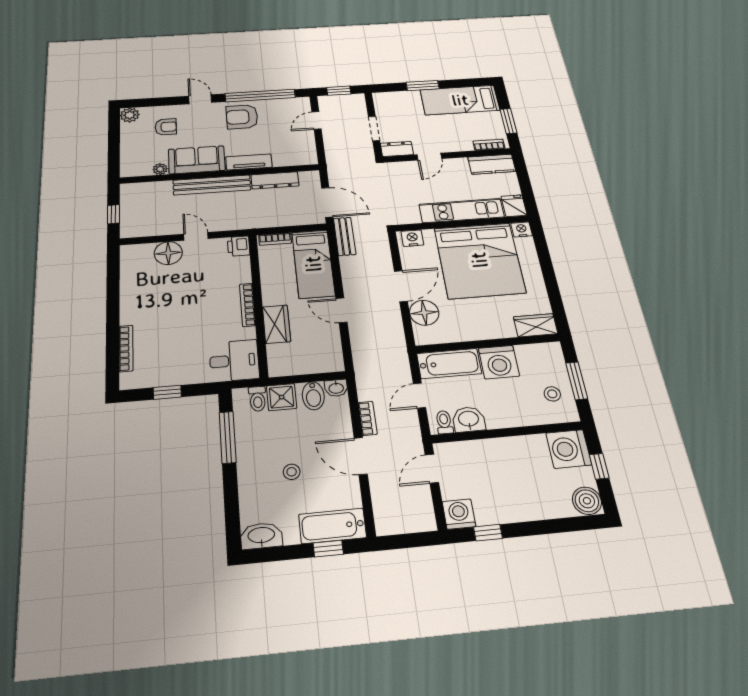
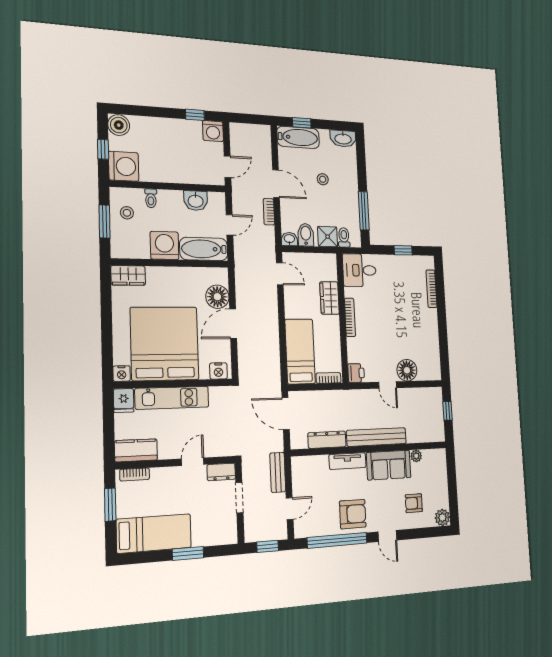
bench: (345, 236) -> (278, 472), moved
door: (341, 310) -> (280, 274), moved
toilet: (444, 422) -> (151, 198), moved

